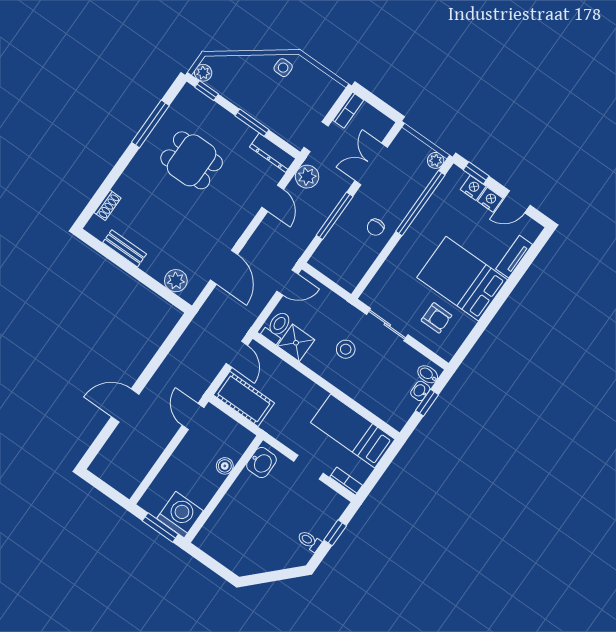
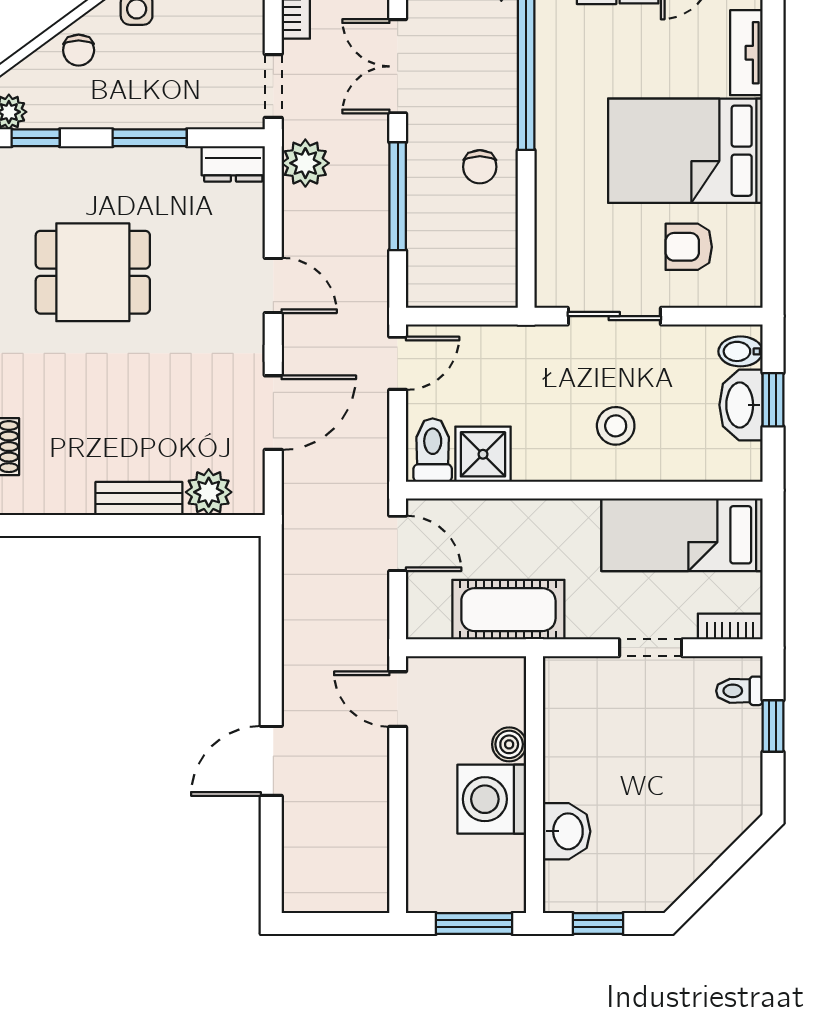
chair: (248, 68) -> (79, 50), added
dresser: (273, 153) -> (233, 164), width x0.70
door: (273, 198) -> (273, 285), moved
bench: (125, 248) -> (139, 499), moved
door: (224, 267) -> (273, 413), hinge flipped
armchair: (436, 318) -> (689, 247), turned 180
stool: (346, 349) -> (616, 426), moved
washbasin: (420, 391) -> (741, 405), width x1.91, depth x1.45
cot: (244, 399) -> (508, 610), moved
washbasin: (261, 463) -> (567, 831), moved
washing machine: (180, 515) -> (492, 799), moved, turned -90
toilet: (309, 541) -> (739, 691), moved
window: (210, 562) -> (598, 923), added

